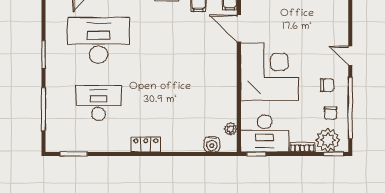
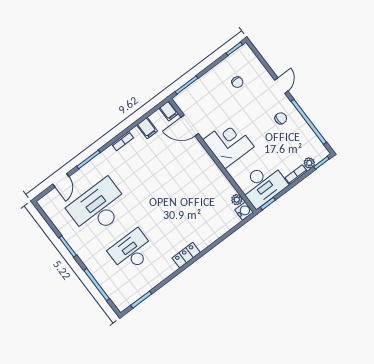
door: (350, 56) -> (281, 86), swing flipped
corner desk: (270, 72) -> (228, 143), width x0.74, depth x0.74
chair: (330, 113) -> (237, 82), moved
plant: (328, 140) -> (309, 163), width x0.53, depth x0.53
water cooler: (212, 144) -> (244, 211), moved, turned -90

